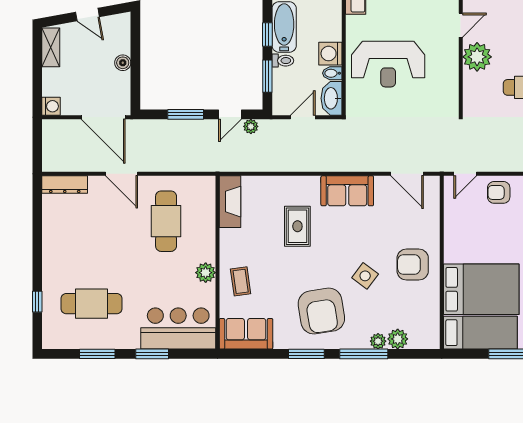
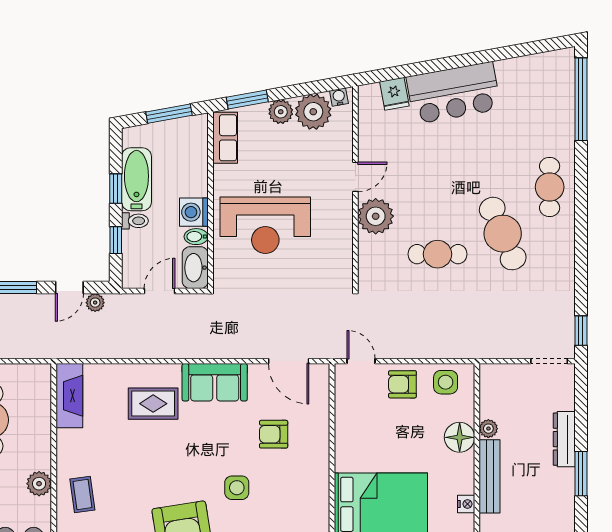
window: (267, 76) -> (116, 240), width x0.67
door: (465, 174) -> (361, 361), swing flipped
rug: (297, 226) -> (153, 404), moved, turned 90
armchair: (413, 265) -> (274, 434), moved, width x0.72, depth x0.72
side table: (365, 276) -> (237, 488), turned -37

